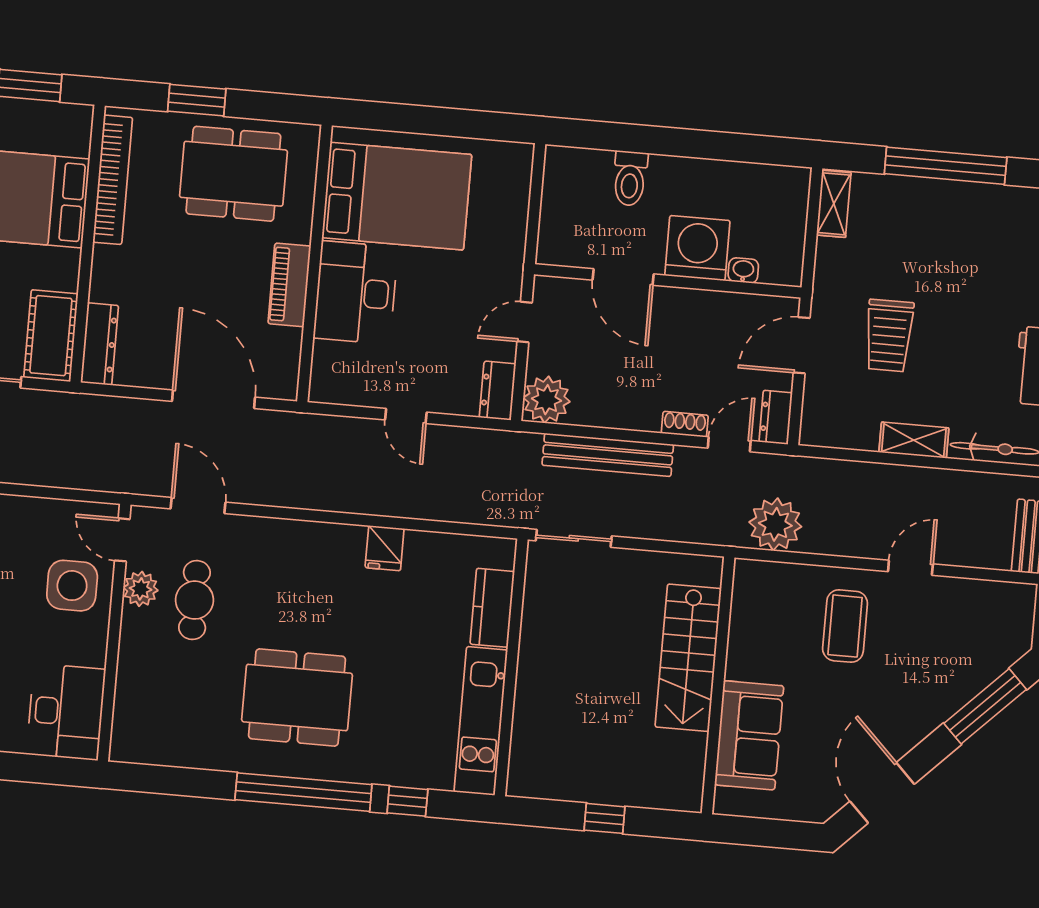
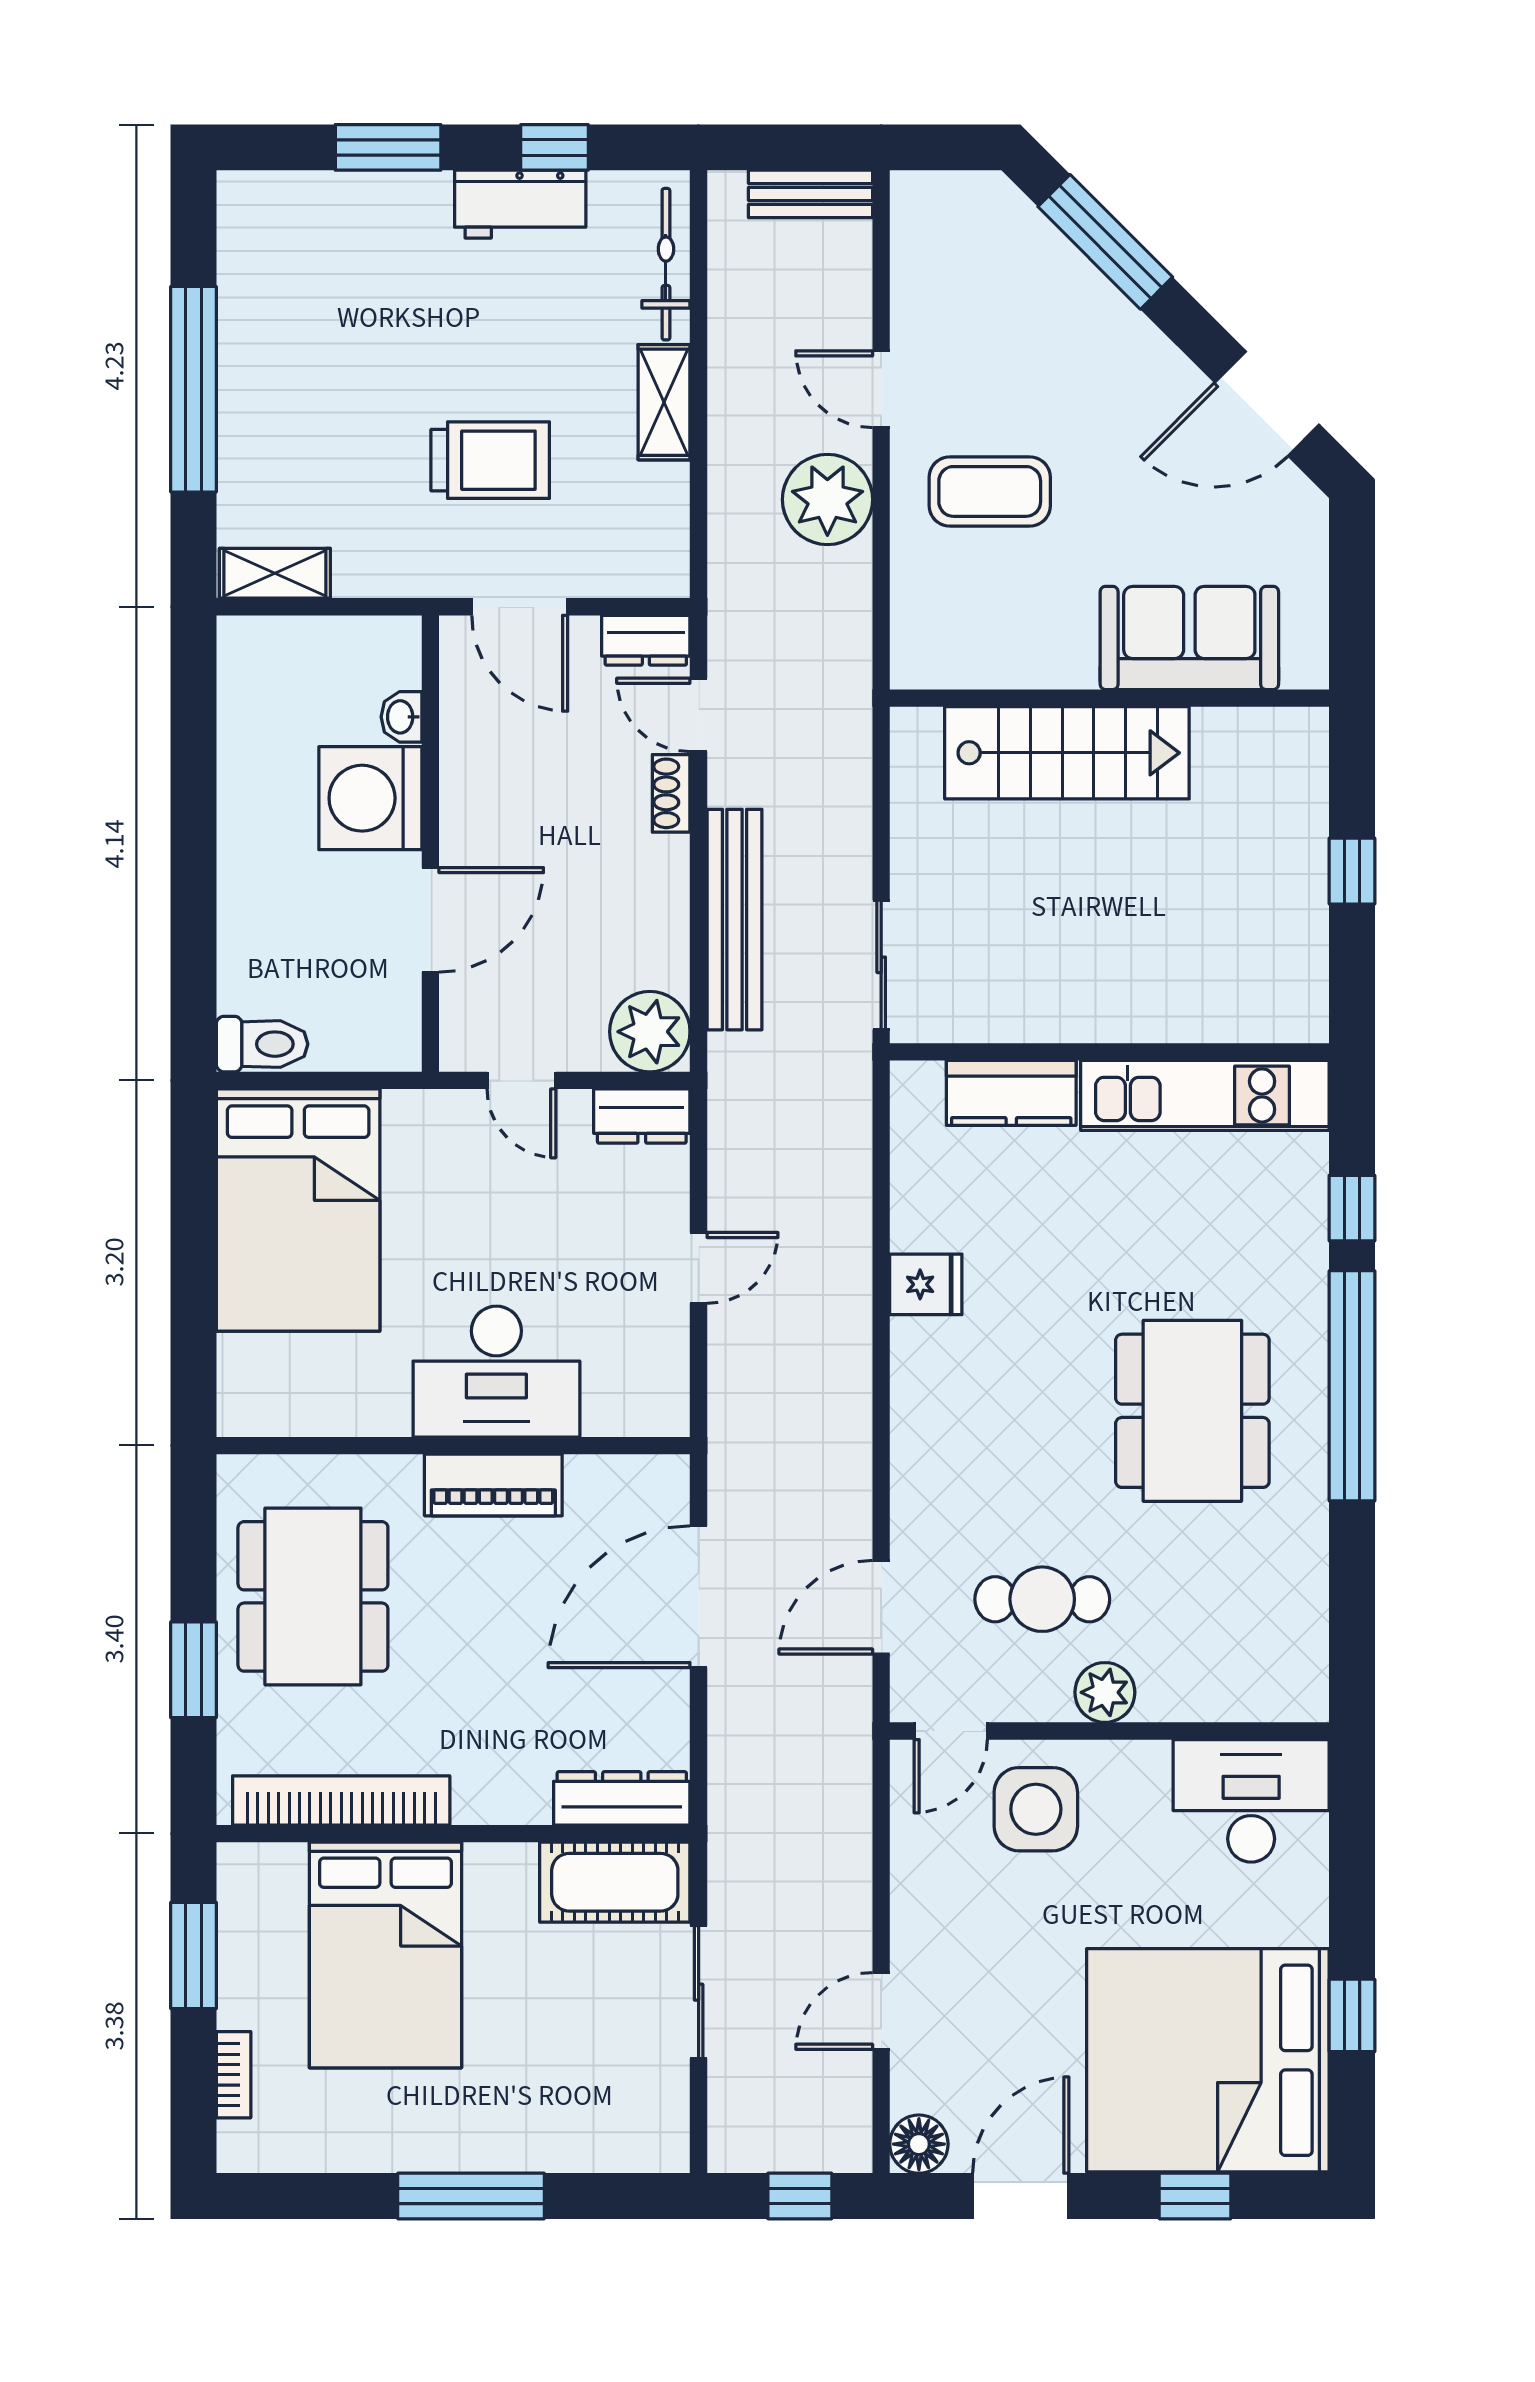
toilet: (630, 178) -> (262, 1044), moved
bed: (397, 196) -> (298, 1210), moved, turned 180
plant: (775, 524) -> (827, 499), moved
plant: (141, 589) -> (1105, 1692), moved

